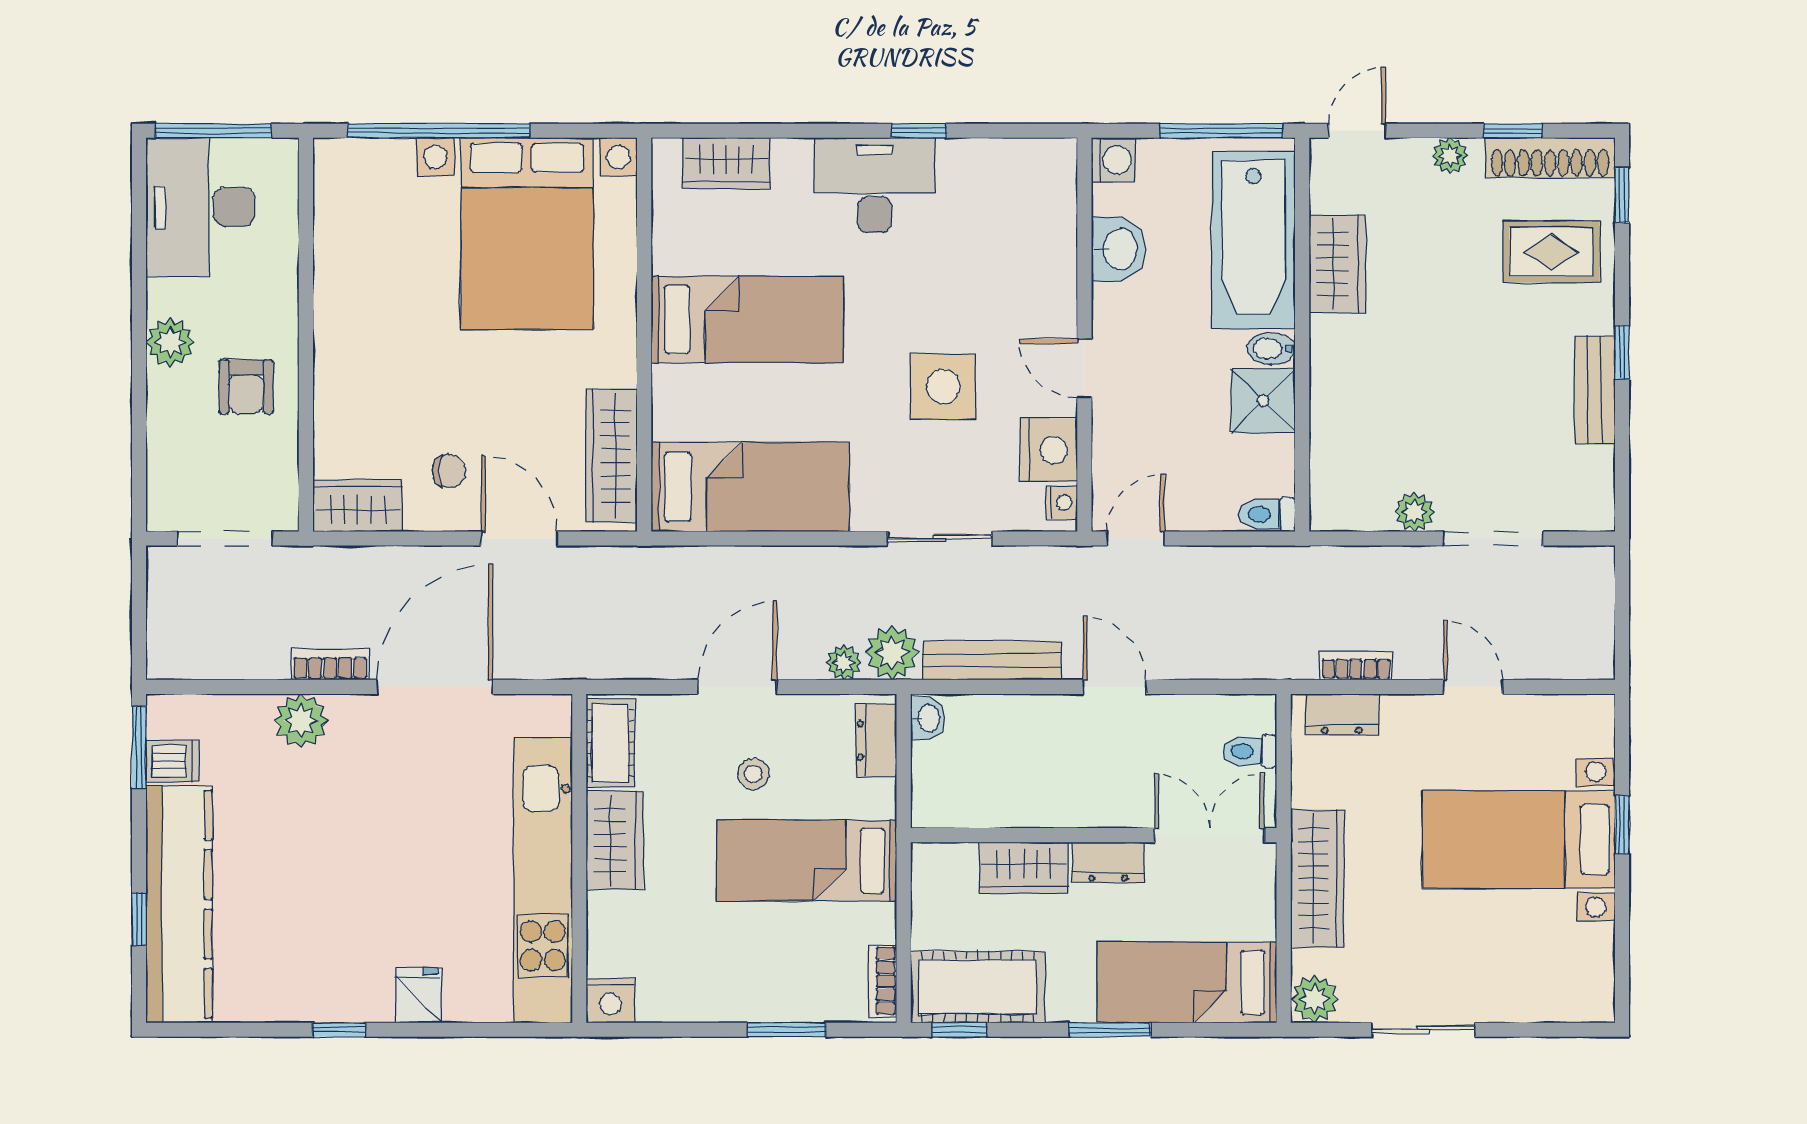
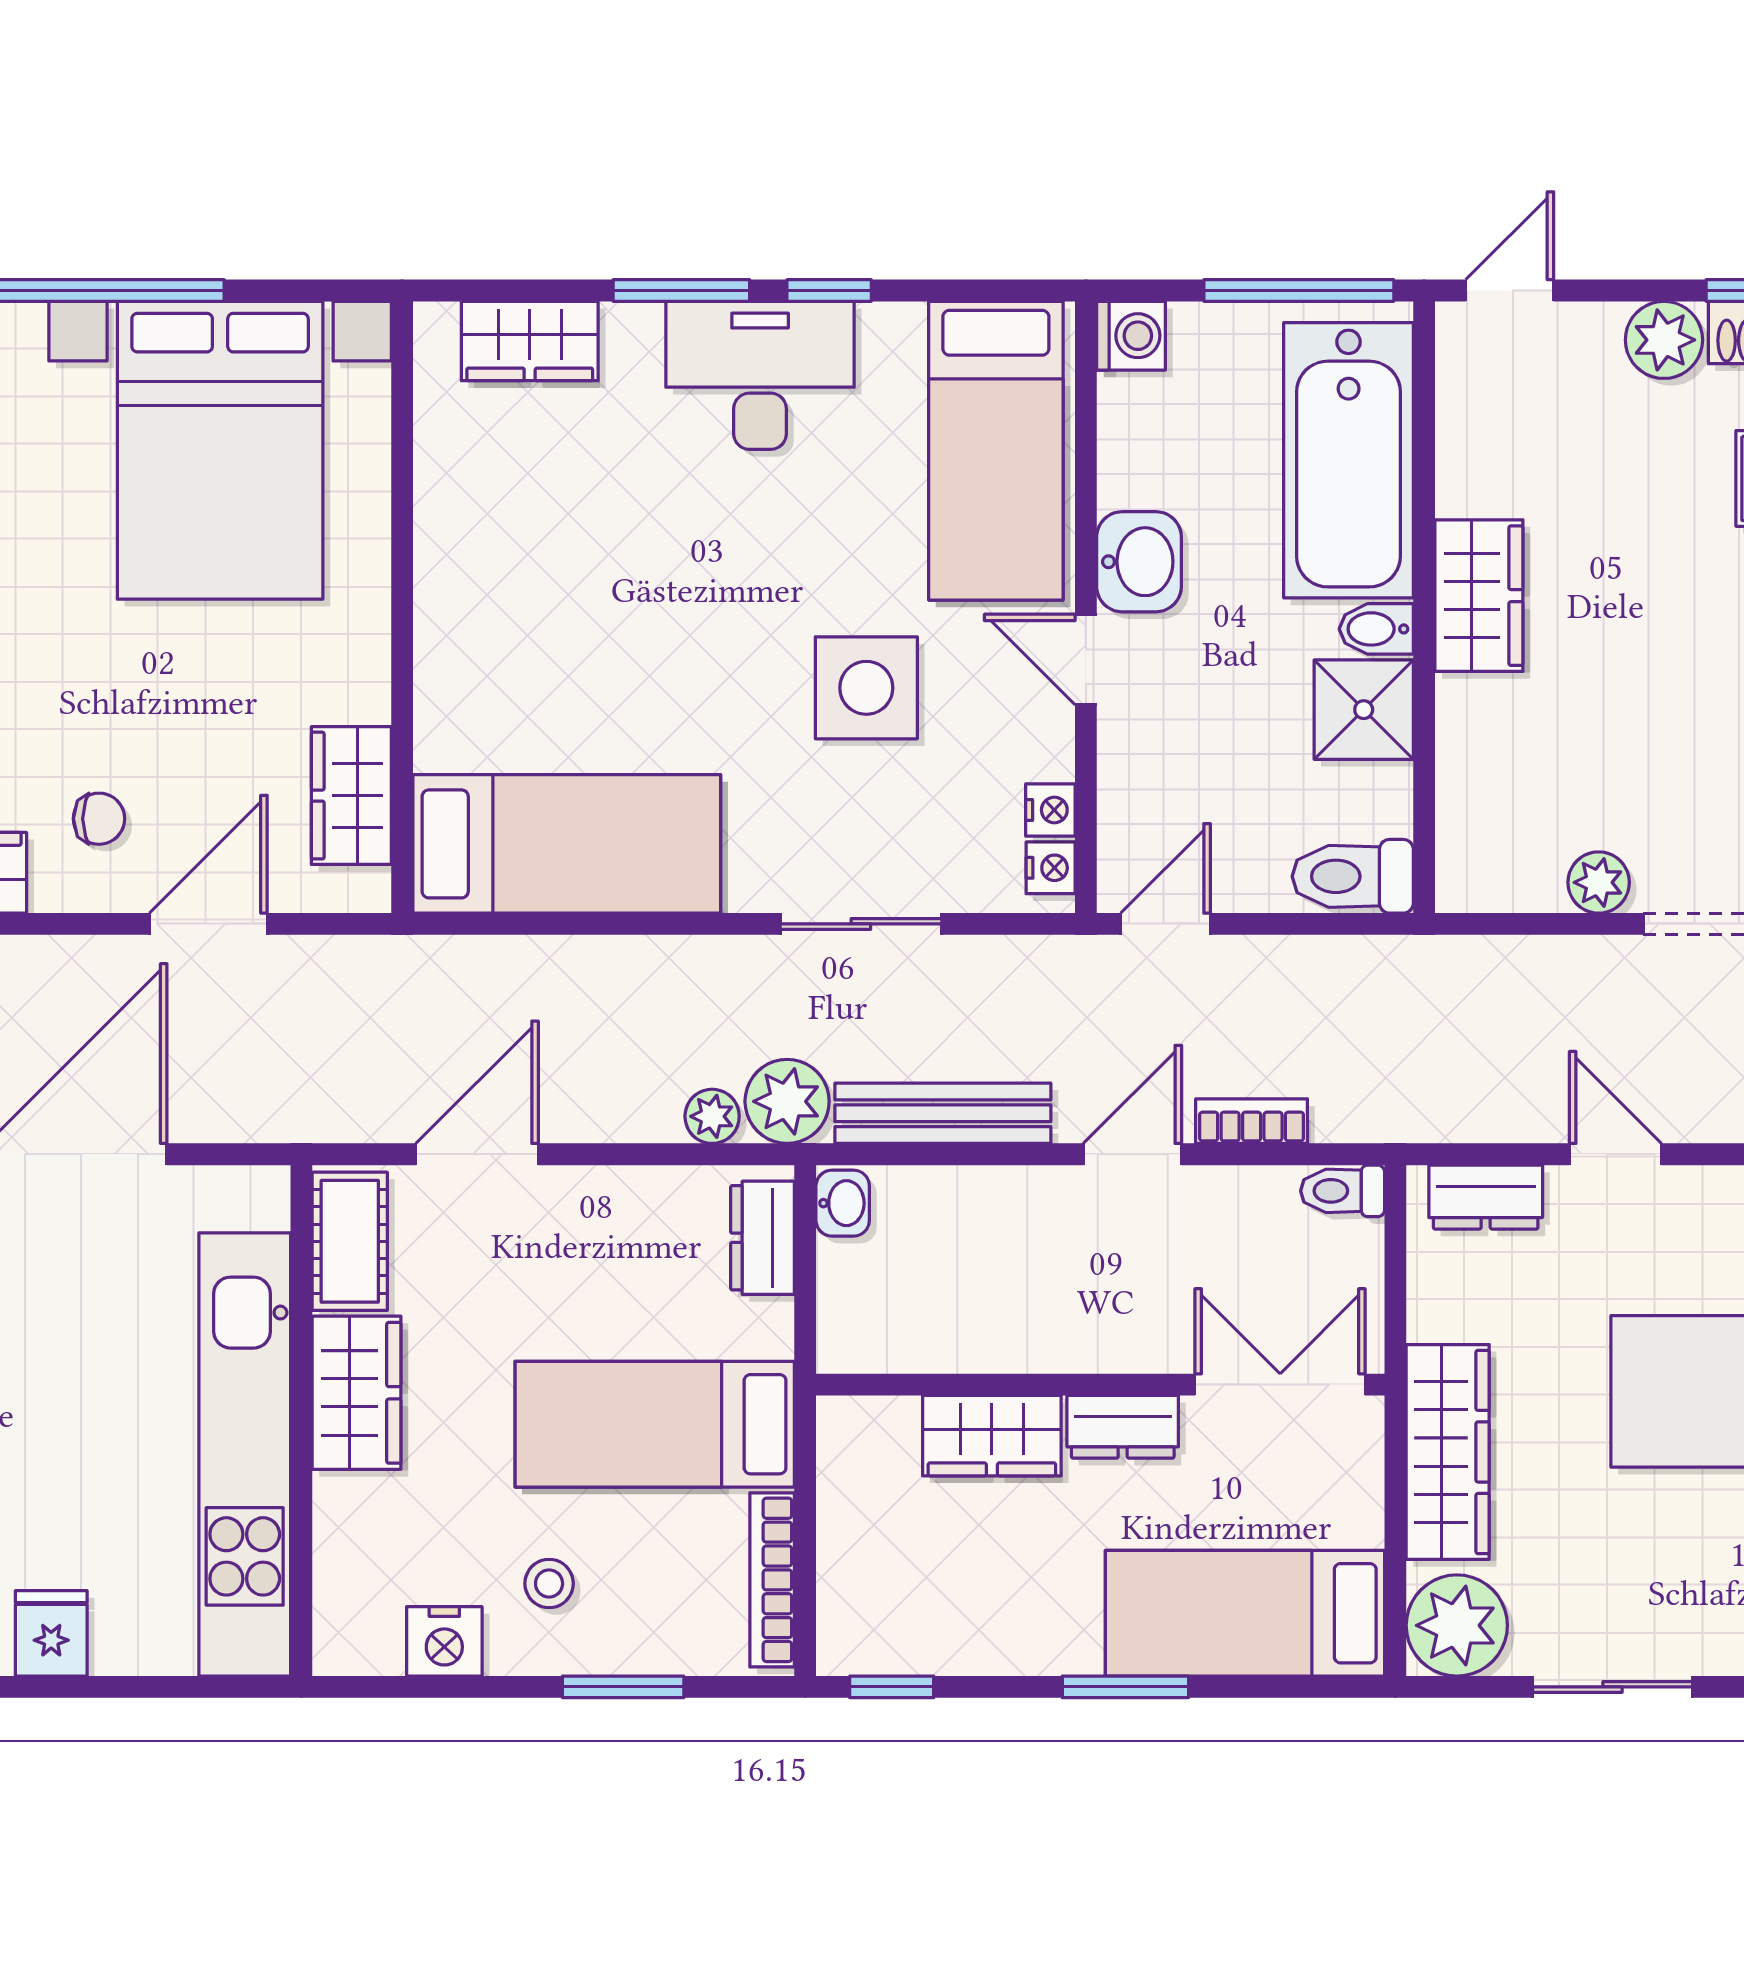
window: (824, 131) -> (681, 291), added
plant: (1450, 156) -> (1664, 340), width x1.38, depth x1.38
washbasin: (1119, 249) -> (1139, 562), moved
wardrobe: (1337, 264) -> (1479, 596), moved
bed: (747, 319) -> (996, 451), moved, turned 90
nightstand: (1049, 450) -> (1050, 810), width x0.53, depth x0.56
wardrobe: (611, 456) -> (351, 796), width x0.67
toilet: (1267, 514) -> (1353, 876), width x1.37, depth x1.39
door: (519, 539) -> (208, 924), hinge flipped
bookcase: (1356, 665) -> (1252, 1121), moved
door: (737, 687) -> (477, 1154), moved
door: (1114, 687) -> (1133, 1154), hinge flipped
door: (1473, 687) -> (1615, 1154), moved
toilet: (1250, 751) -> (1343, 1191), moved
stool: (753, 774) -> (549, 1584), moved
bookcase: (882, 981) -> (772, 1580), width x1.56
cot: (978, 987) -> (920, 1621), removed
plant: (1315, 999) -> (1457, 1625), width x1.36, depth x1.36
nightstand: (611, 1000) -> (444, 1641), moved

